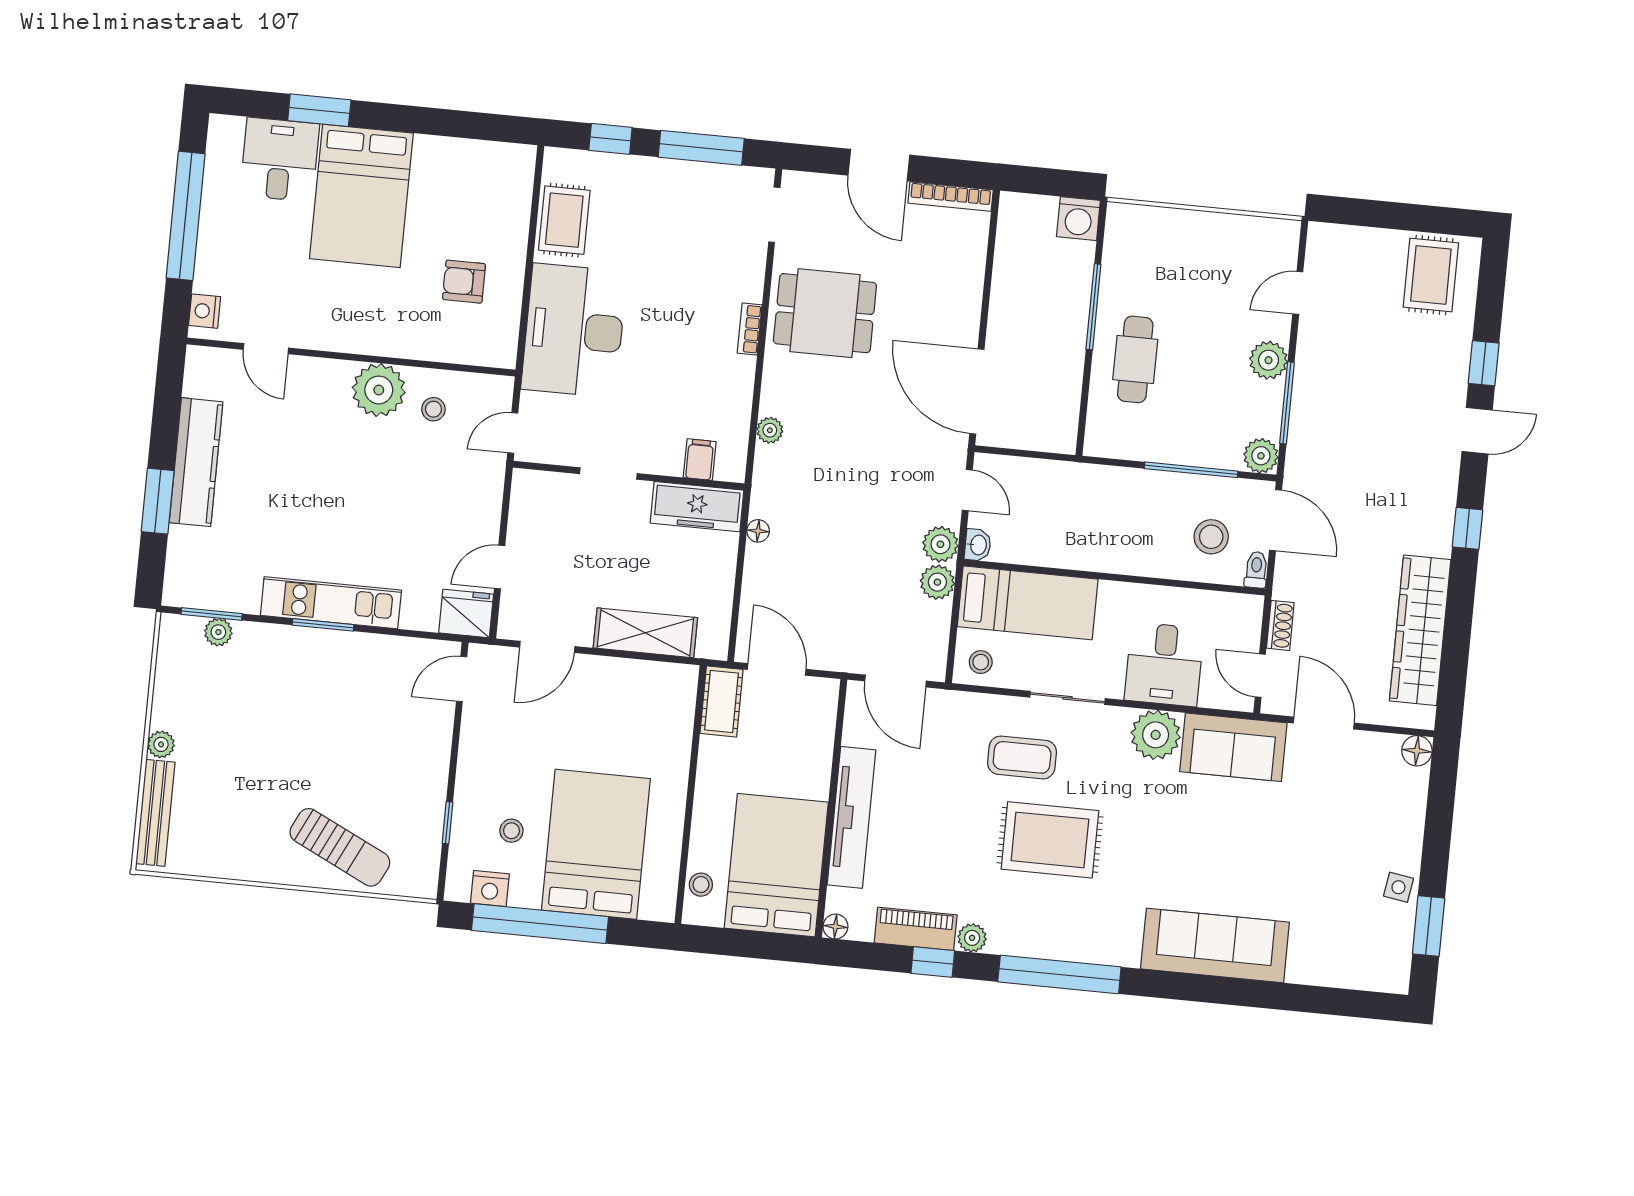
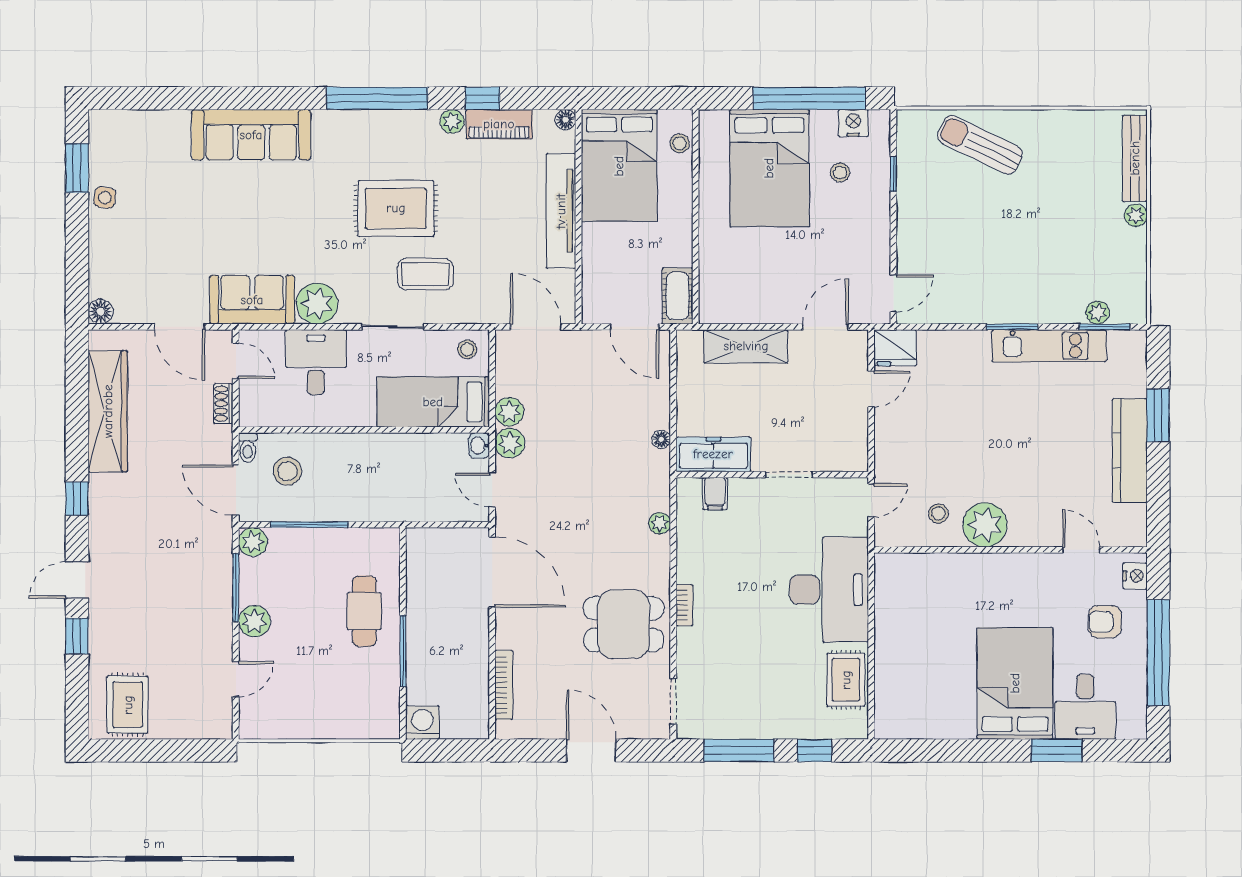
bookcase: (951, 197) -> (504, 685), moved, turned 90
armchair: (464, 282) -> (1105, 622), moved, turned 180
kitchen unit: (331, 603) -> (1049, 346), moved

